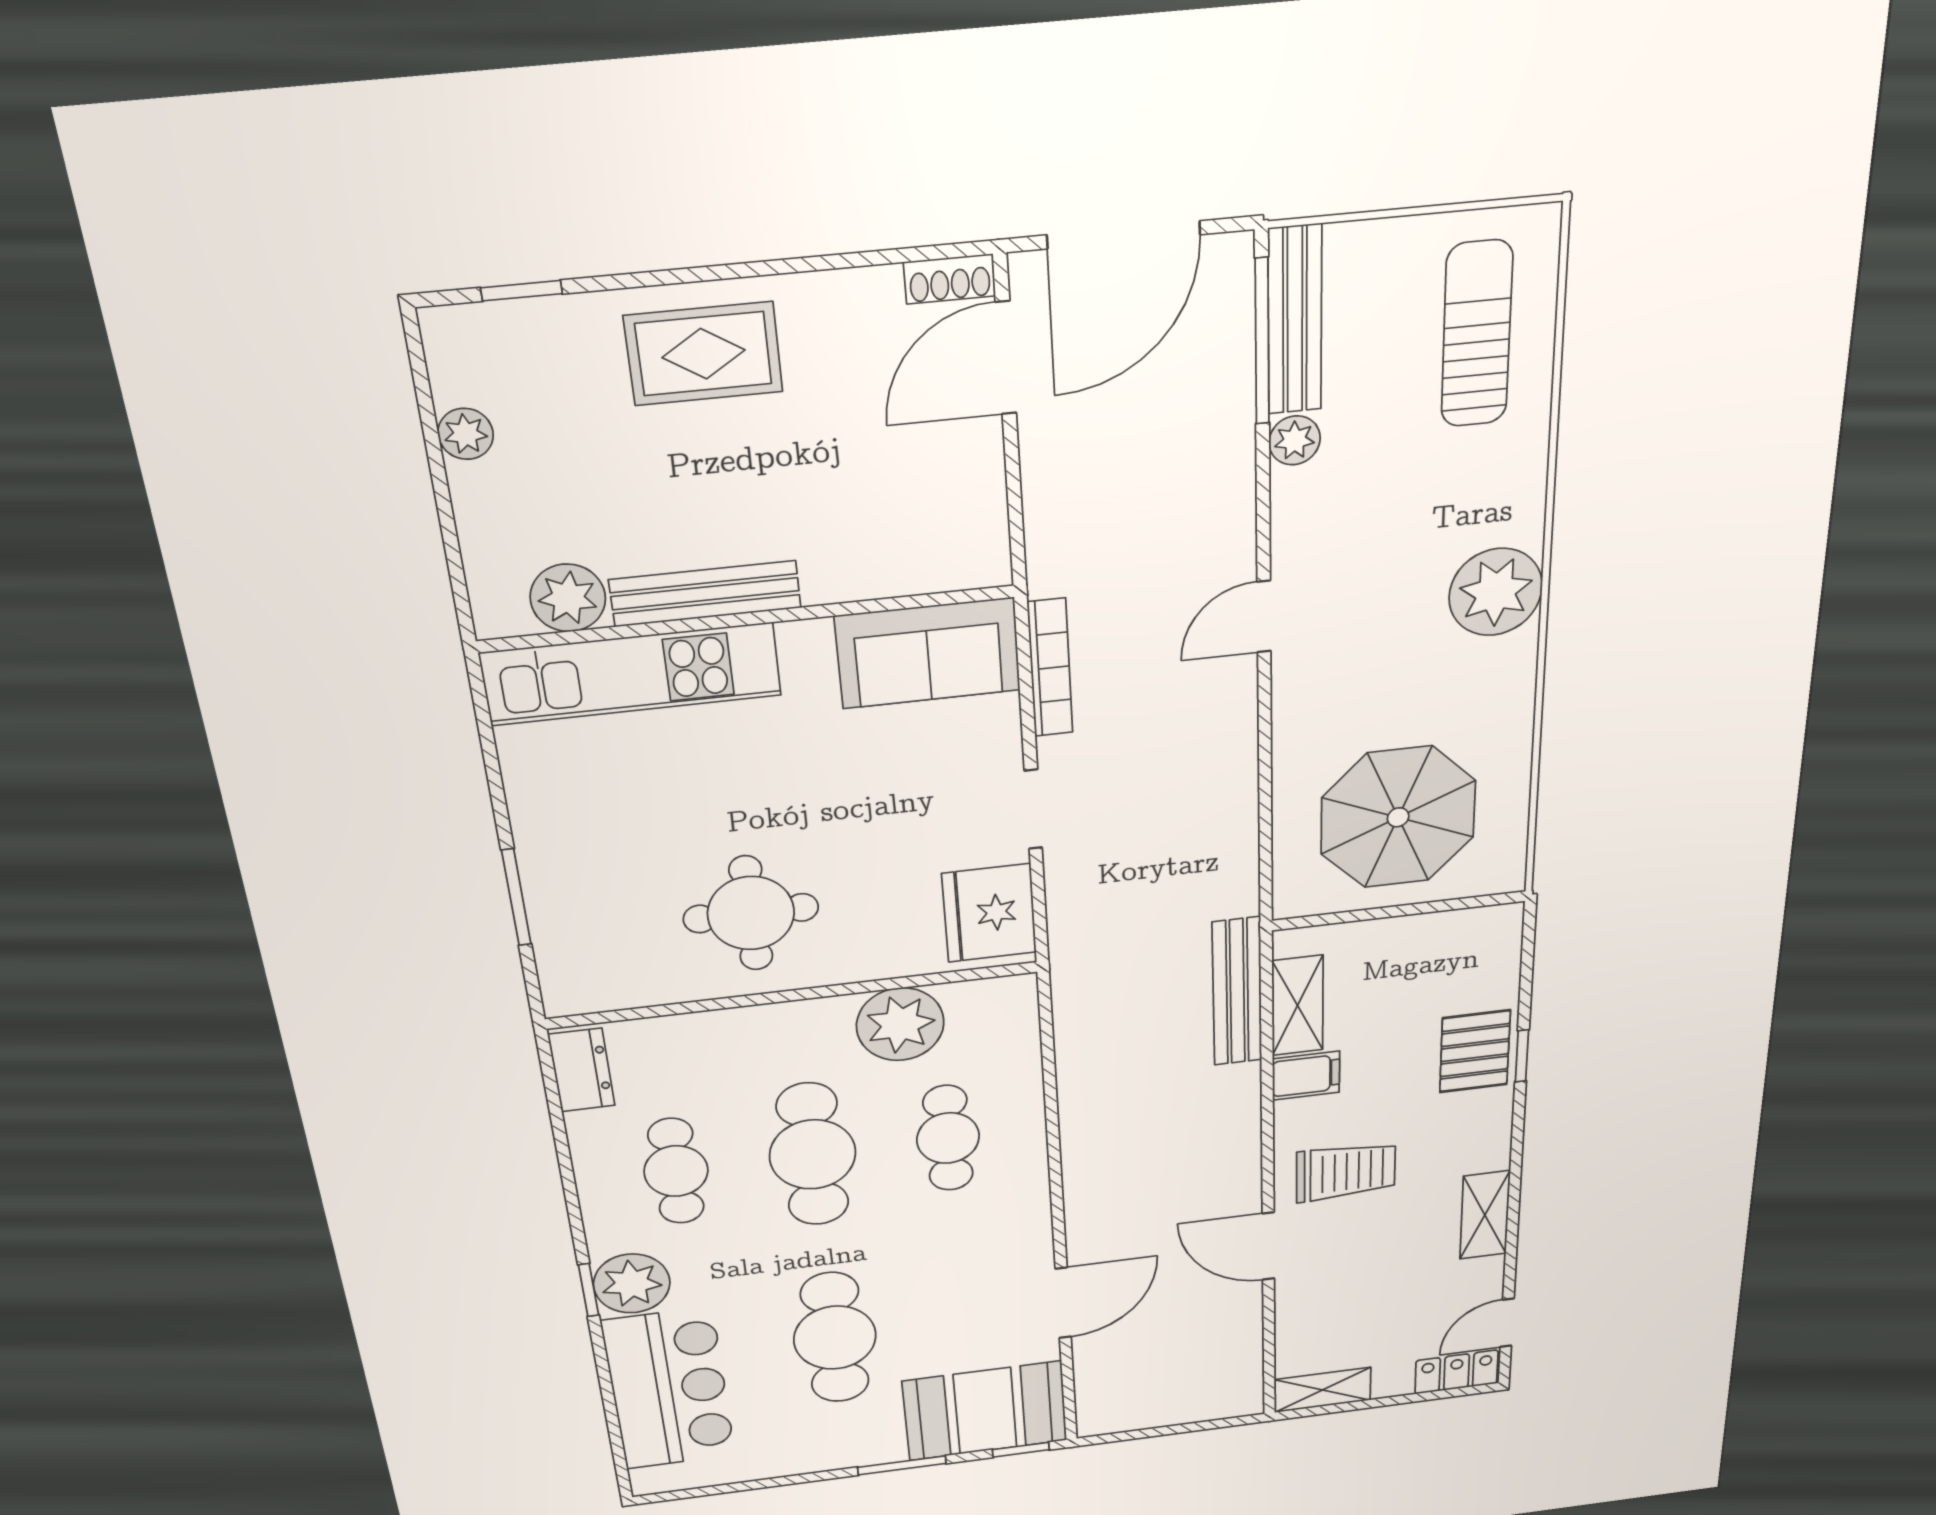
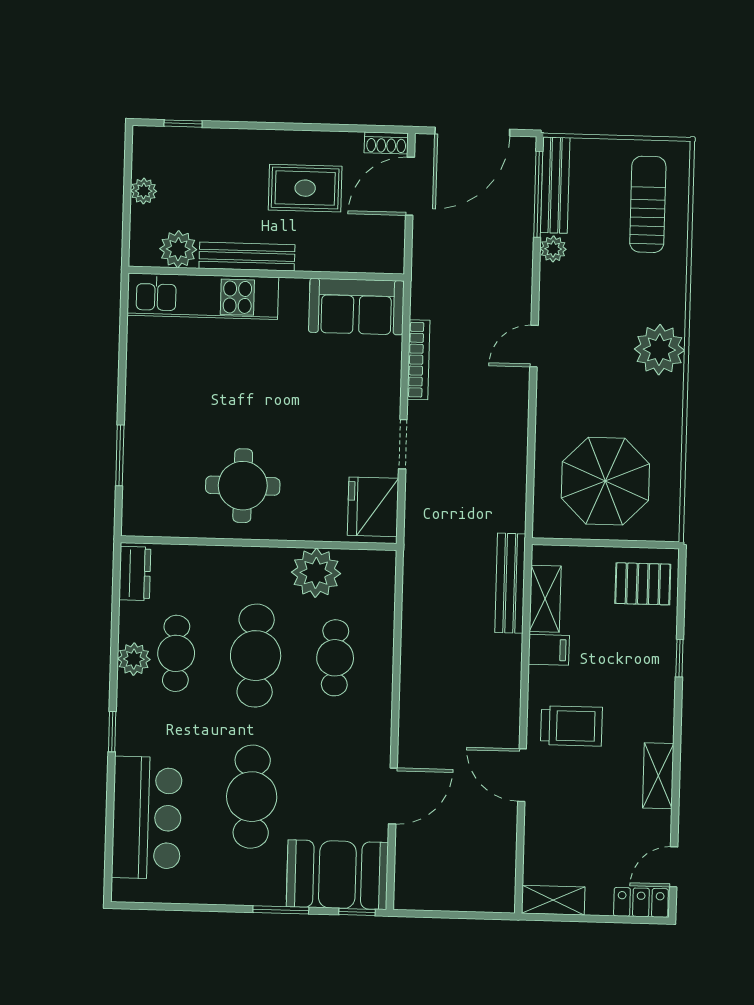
rug: (704, 354) -> (305, 188), moved
bench: (705, 594) -> (247, 257), moved
plant: (568, 598) -> (178, 249), moved
wall: (748, 619) -> (266, 274), moved
sofa: (928, 653) -> (356, 307), moved
kitchen unit: (631, 674) -> (203, 296), moved
pallet: (1475, 1051) -> (643, 584), moved, turned 90
plant: (632, 1284) -> (134, 659), moved, width x0.73, depth x0.73

